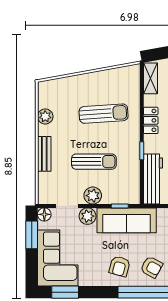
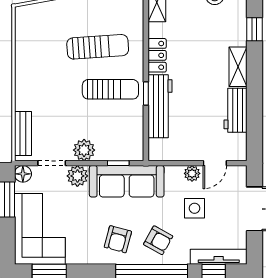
plant: (45, 116) -> (24, 50), removed
bench: (44, 154) -> (23, 134), moved
sun lounger: (94, 162) -> (110, 89), moved
workbench: (153, 179) -> (160, 106), moved

